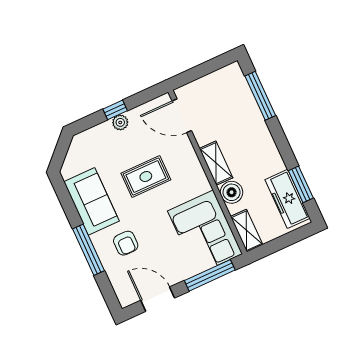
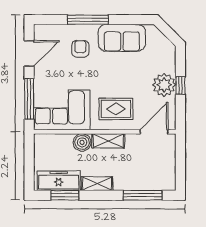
plant: (120, 122) -> (164, 85), width x1.88, depth x1.88
rug: (146, 176) -> (116, 109), moved, turned 90
shelving: (247, 231) -> (97, 184), moved
armchair: (126, 243) -> (80, 49), turned 90

